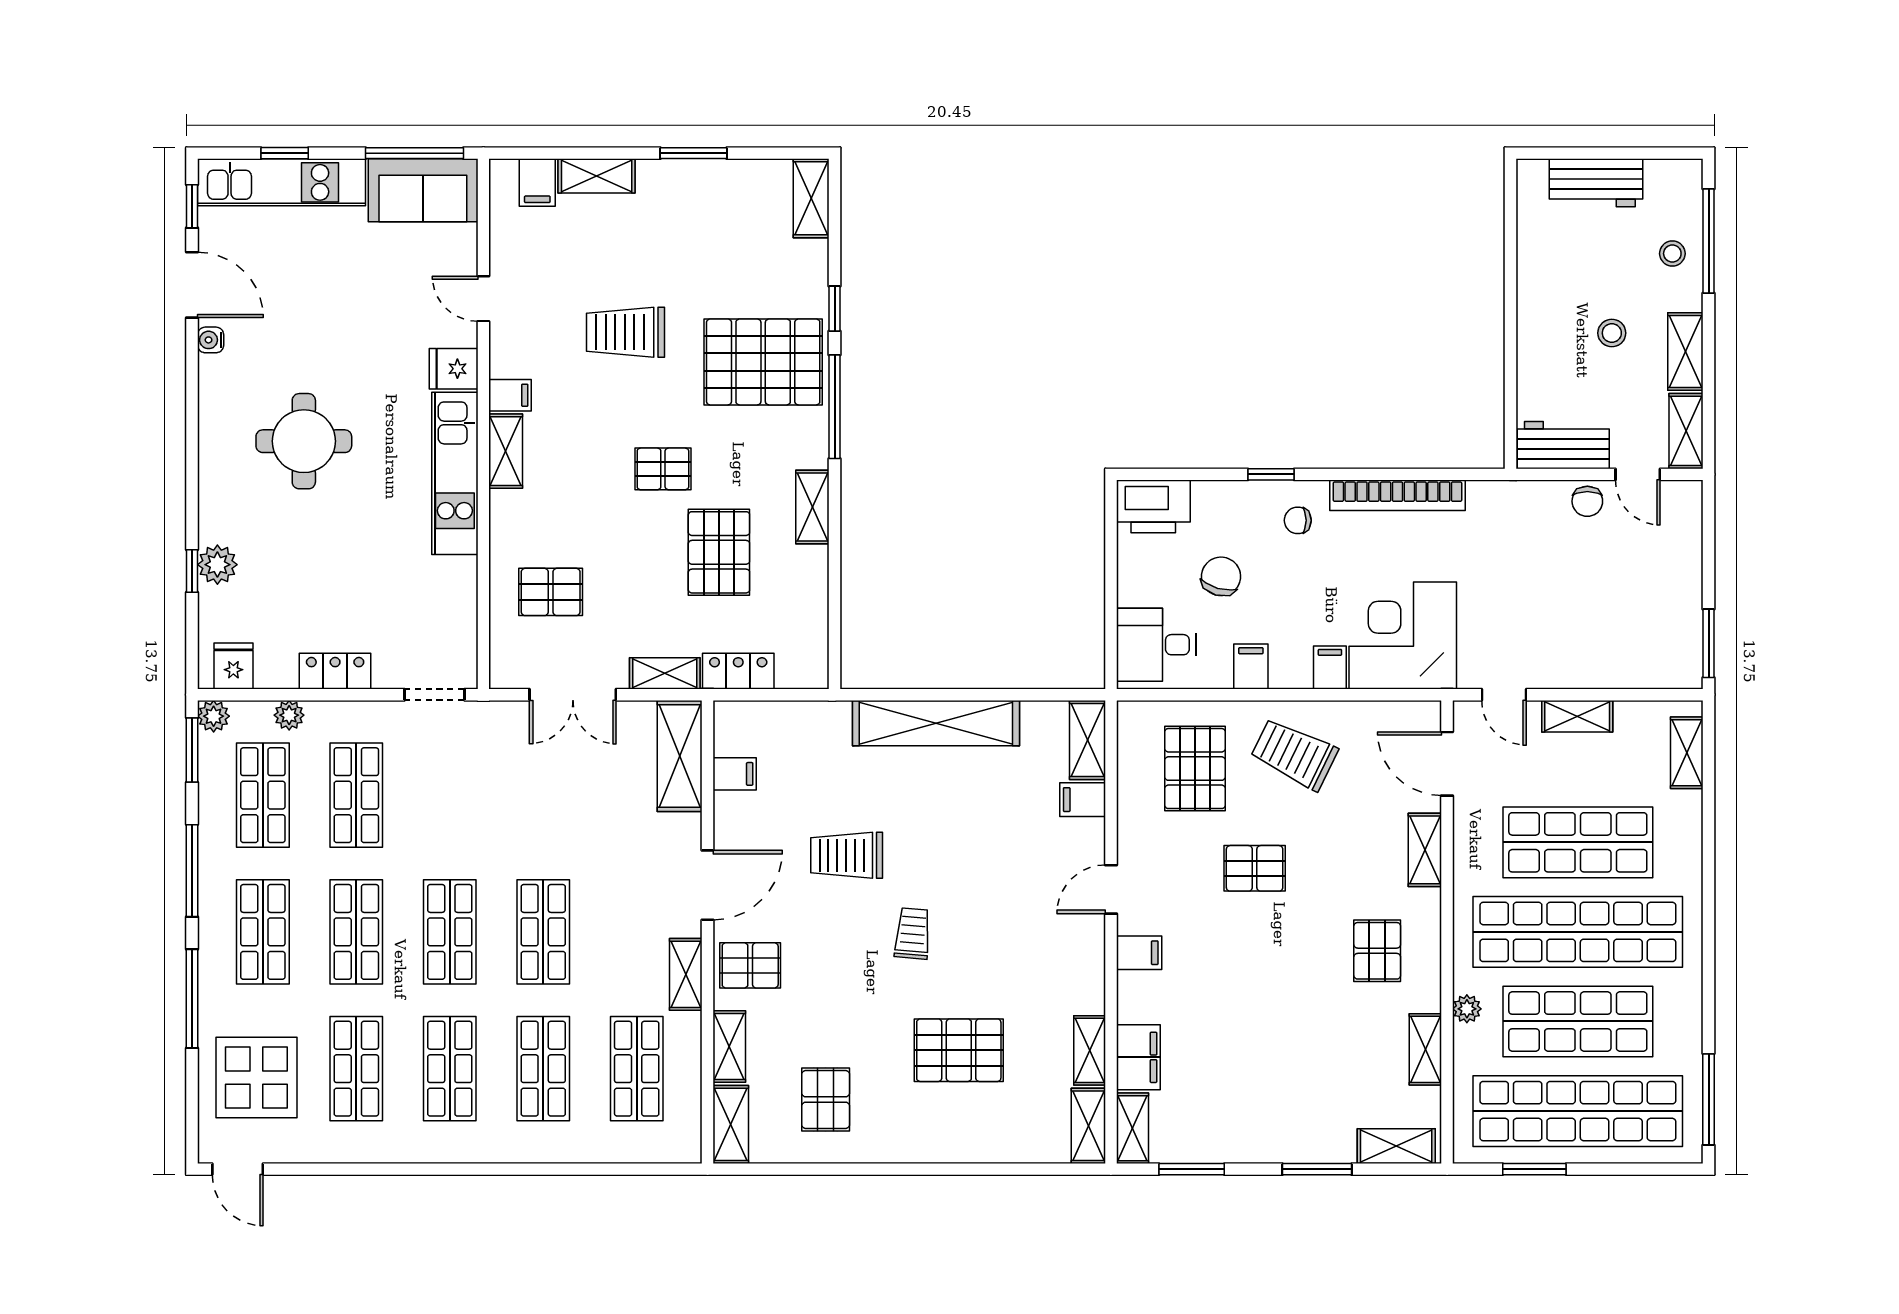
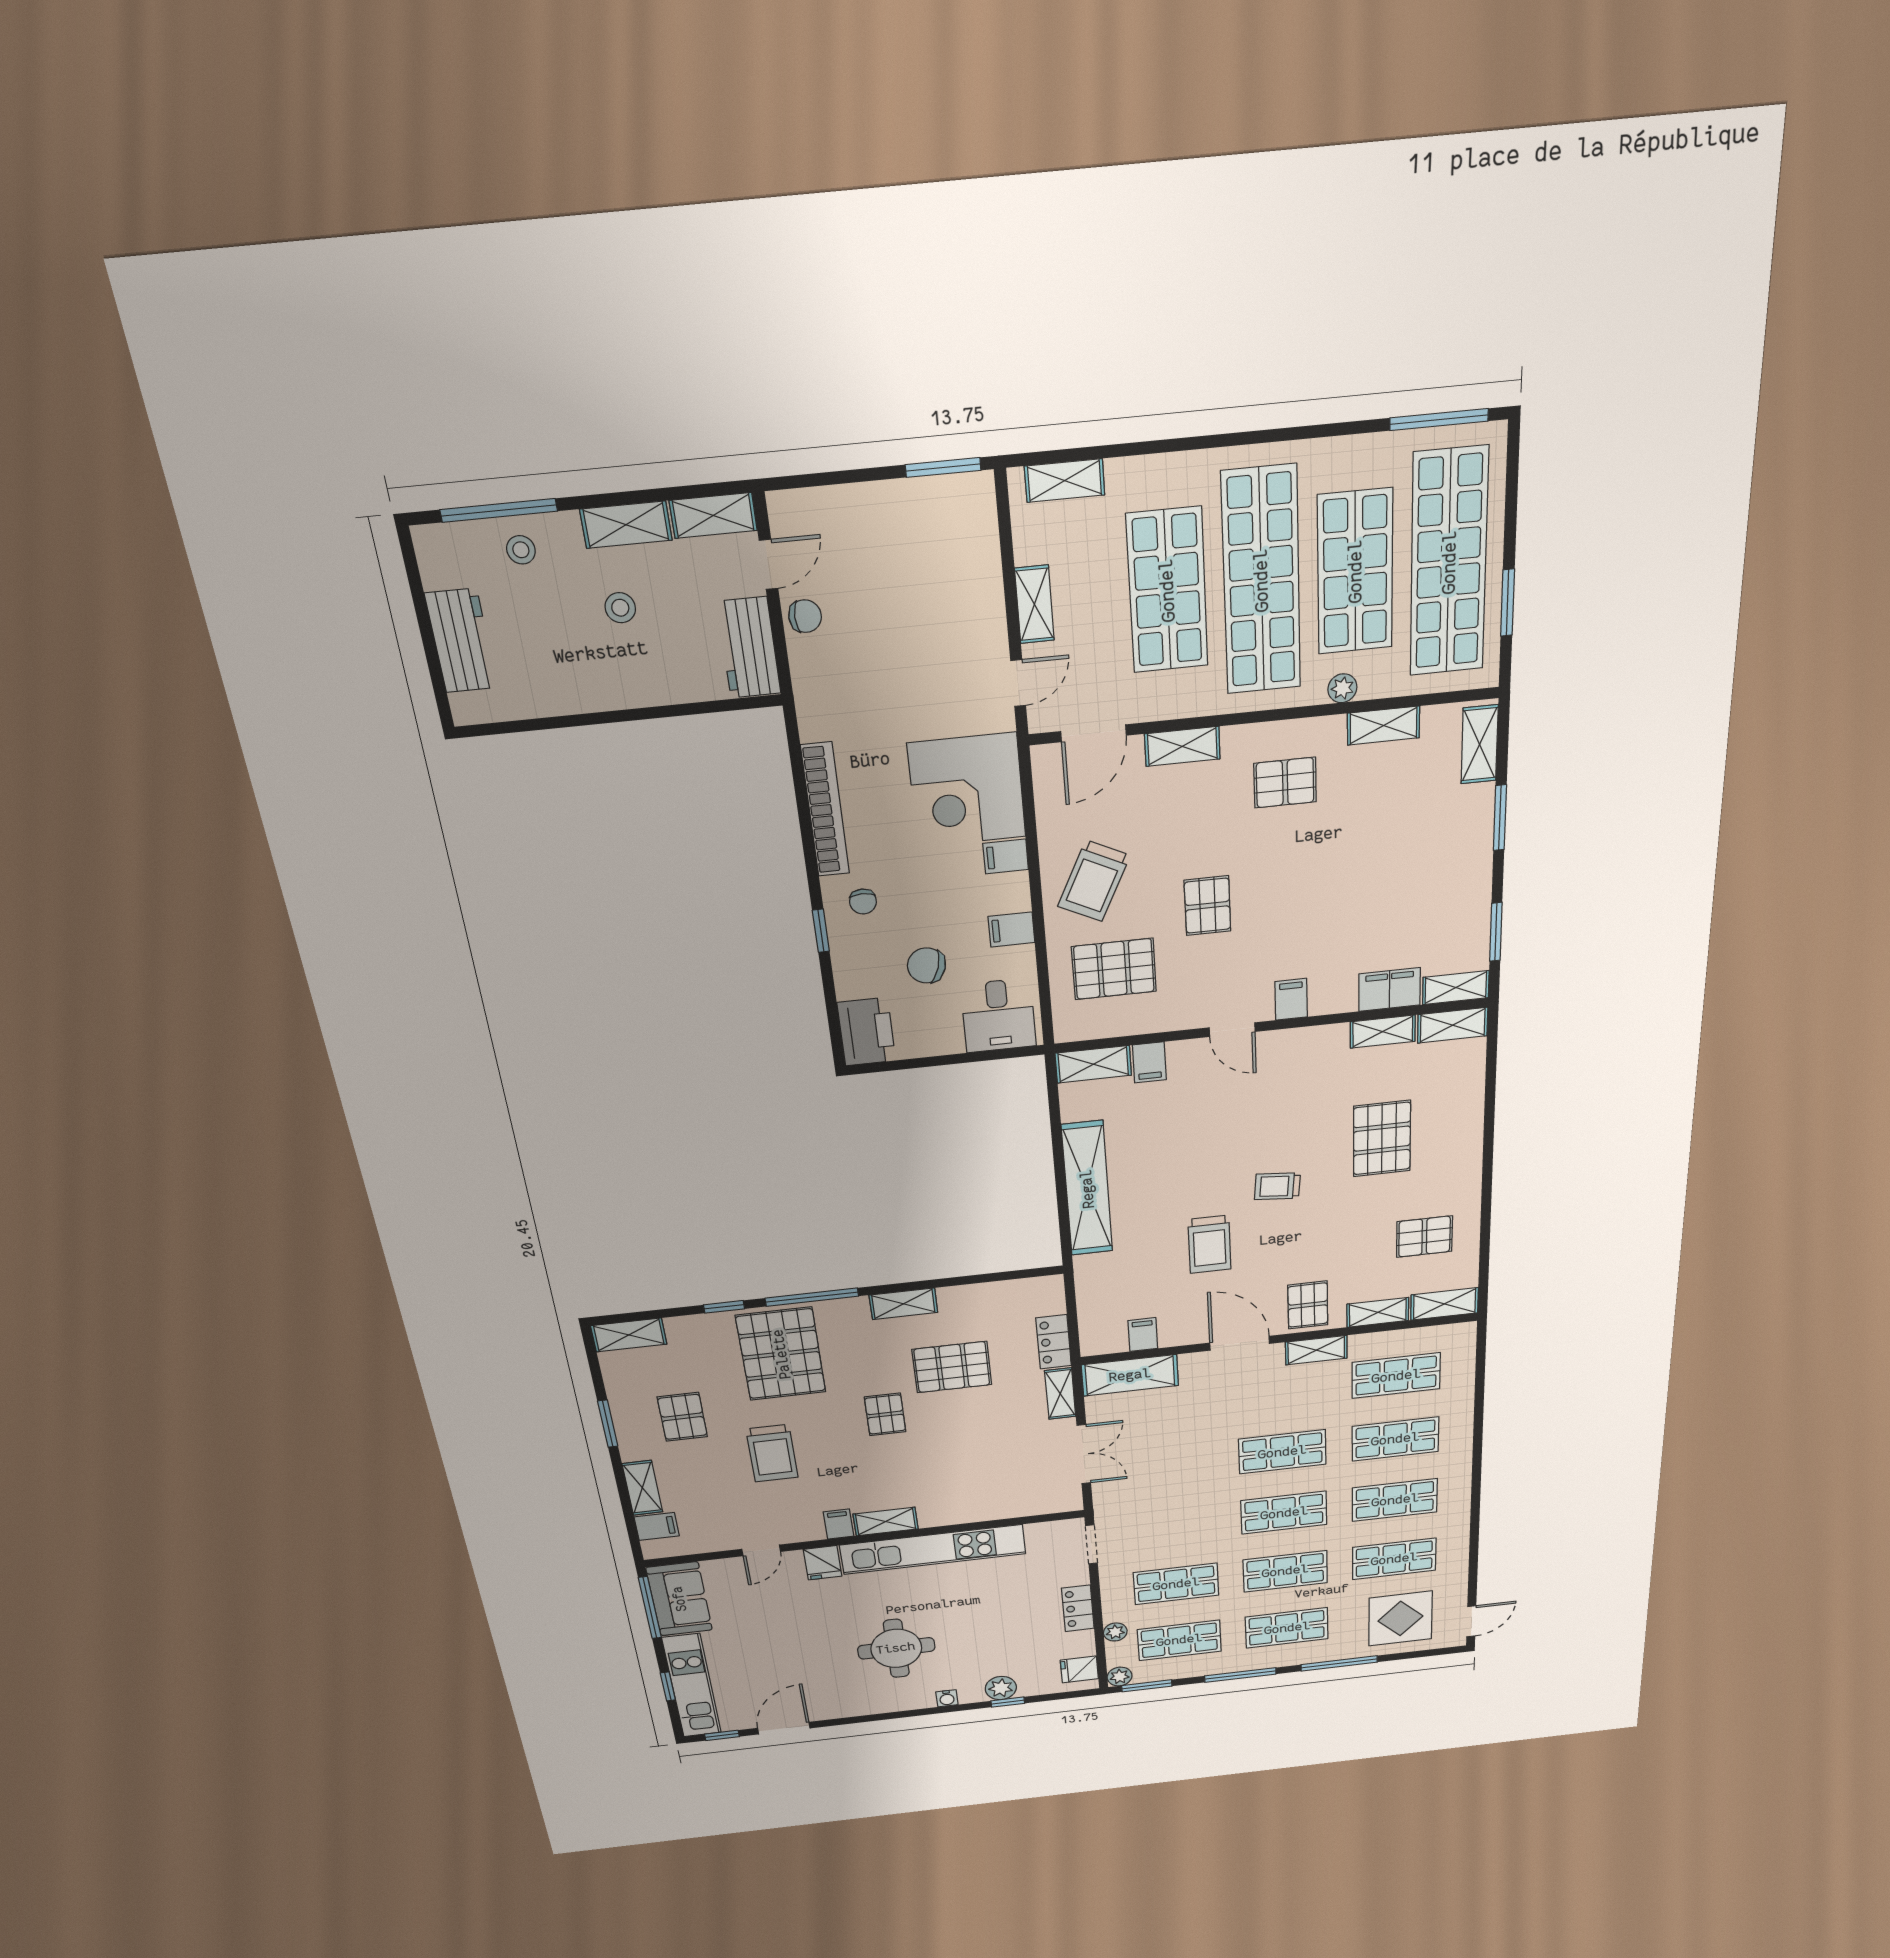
water cooler: (211, 340) -> (947, 1698), moved
kitchen unit: (455, 473) -> (933, 1549), width x1.36
pallet: (551, 592) -> (682, 1417), moved

